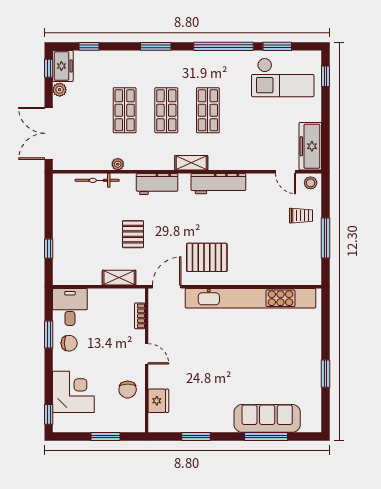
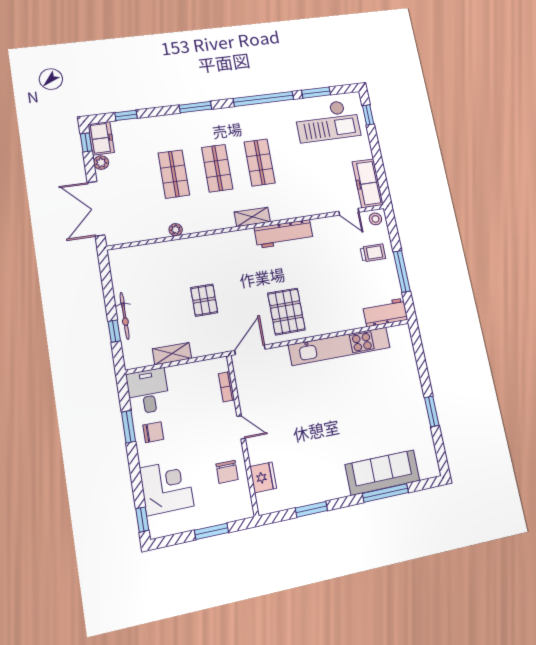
bicycle: (97, 180) -> (125, 316), moved, turned -90
workbench: (157, 184) -> (385, 312), moved, turned 180
pallet: (207, 257) -> (286, 311), turned 90
shelving: (119, 278) -> (172, 354), moved
kitchen unit: (251, 298) -> (340, 346), width x0.73

